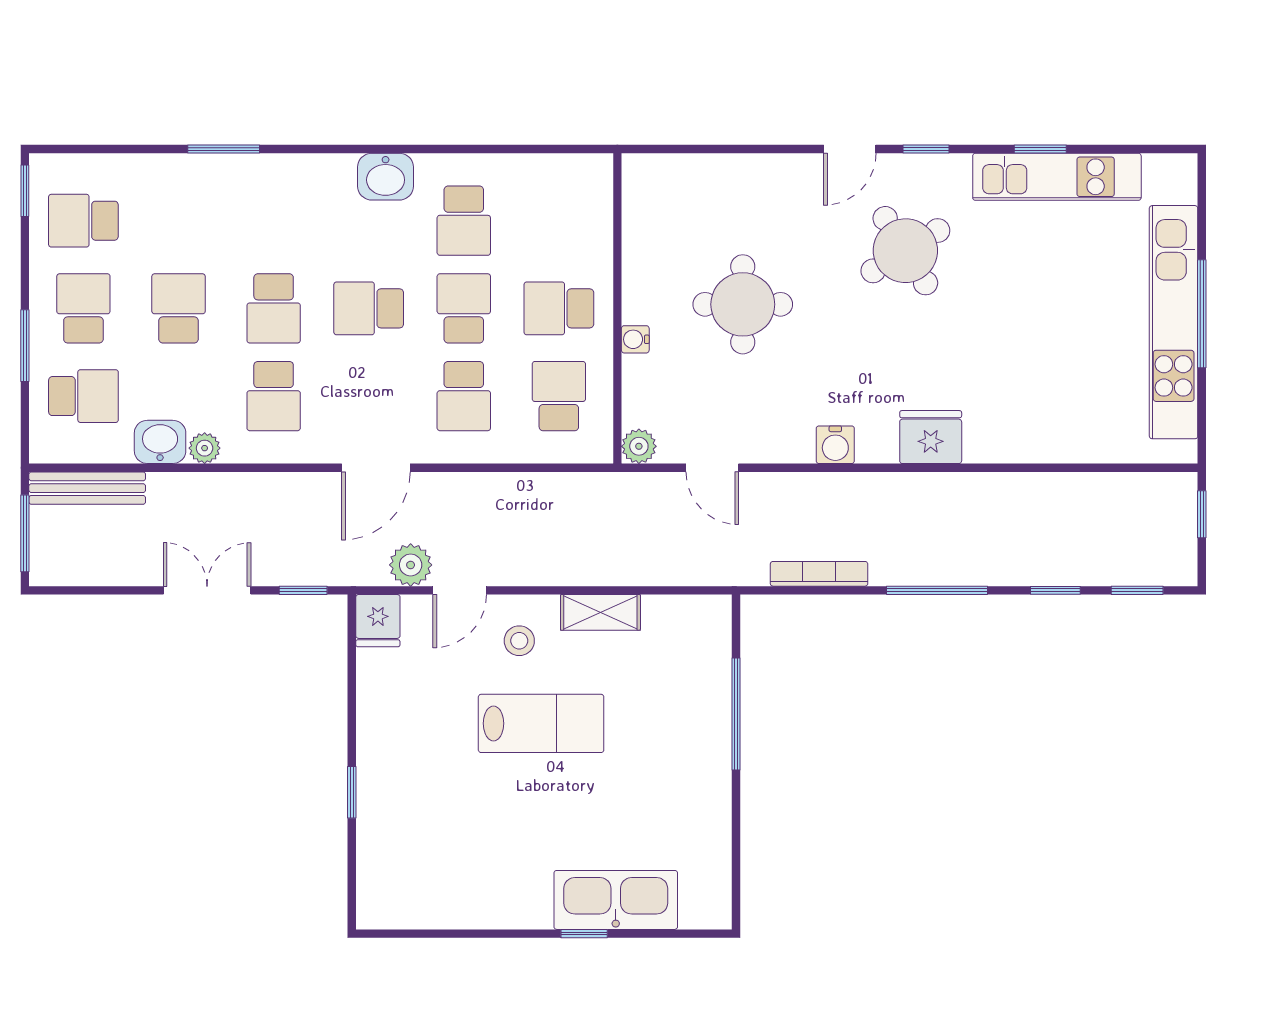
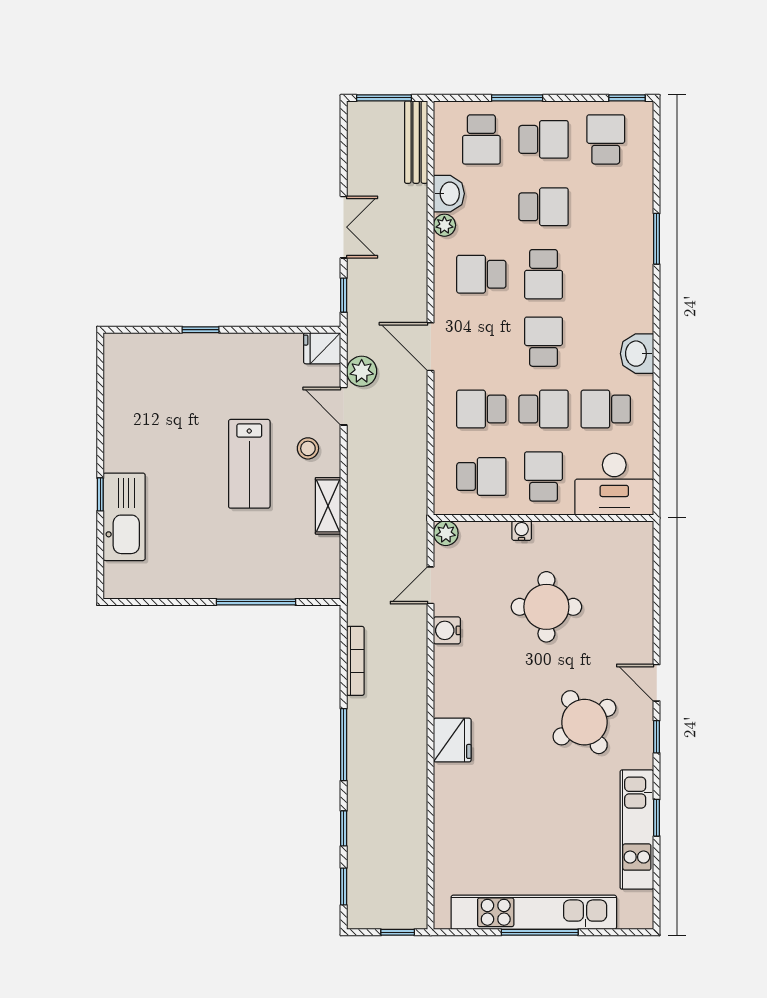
desk: (570, 209) -> (614, 484), added
school desk: (274, 308) -> (544, 274), turned -90
water cooler: (835, 445) -> (447, 630), moved

